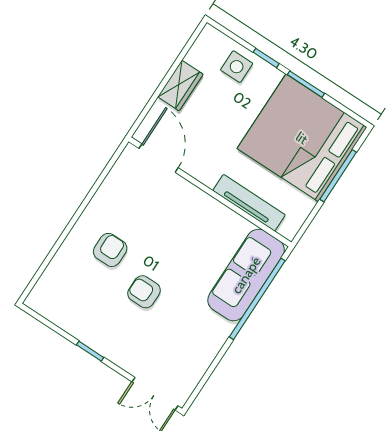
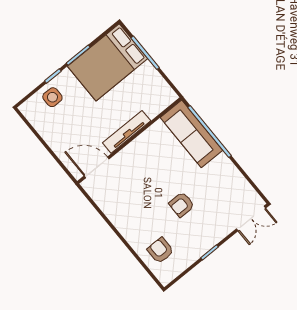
wardrobe: (180, 86) -> (53, 138), removed
bed: (302, 138) -> (108, 62), width x0.73
tv unit: (249, 203) -> (127, 132), moved
armchair: (110, 250) -> (160, 250), moved

